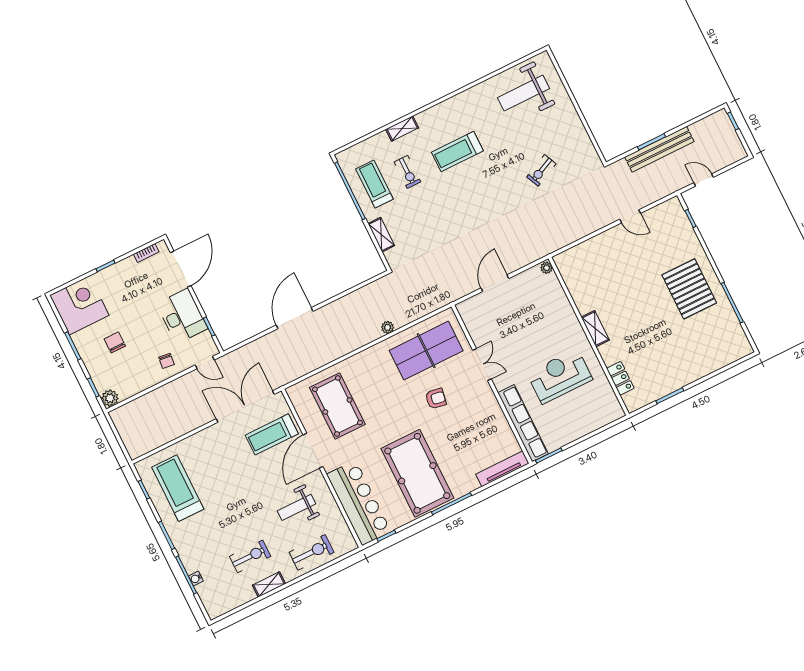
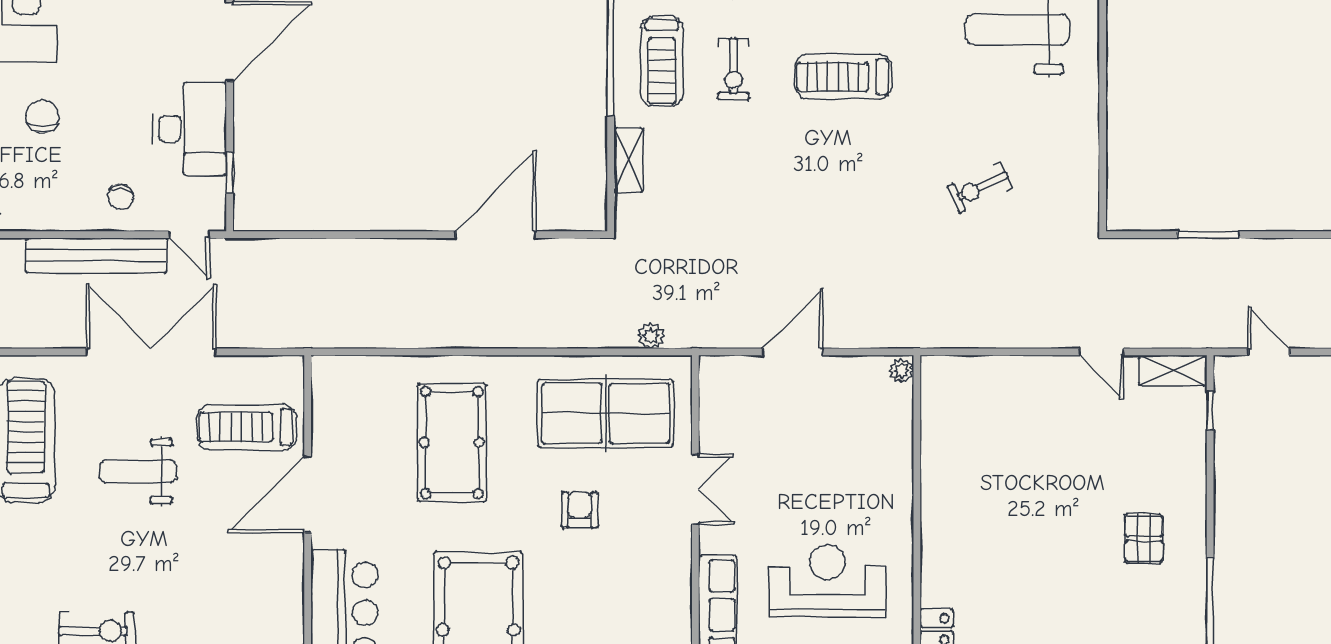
bench: (659, 149) -> (96, 256), moved
treadmill: (374, 184) -> (662, 61), turned 180
pallet: (689, 289) -> (1144, 539), width x0.49, depth x0.50
door: (295, 318) -> (495, 235), moved
plant: (388, 327) -> (651, 336), moved
shelving: (595, 329) -> (1173, 370), moved, turned 90
armchair: (436, 399) -> (580, 510), turned -100
pool table: (337, 406) -> (452, 443), moved
double door: (245, 407) -> (151, 352), moved
weight bench: (297, 507) -> (138, 471), moved

